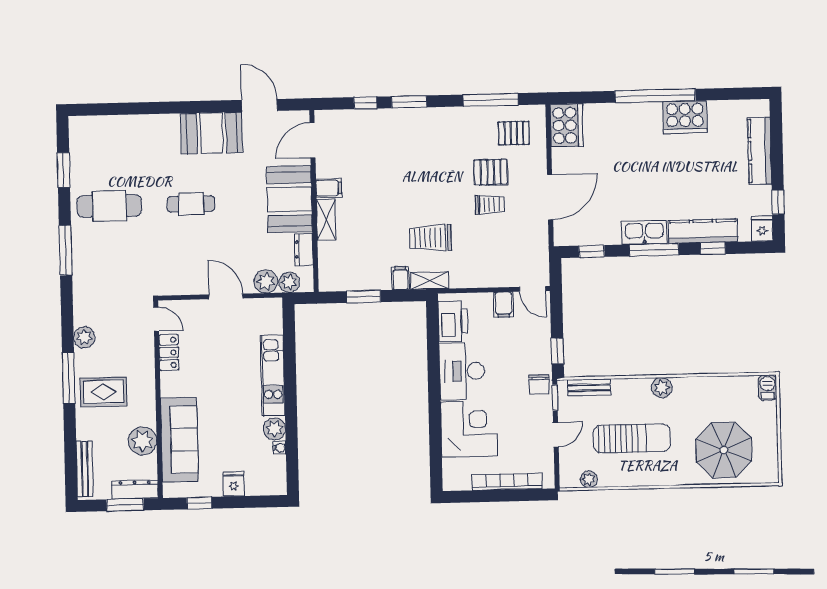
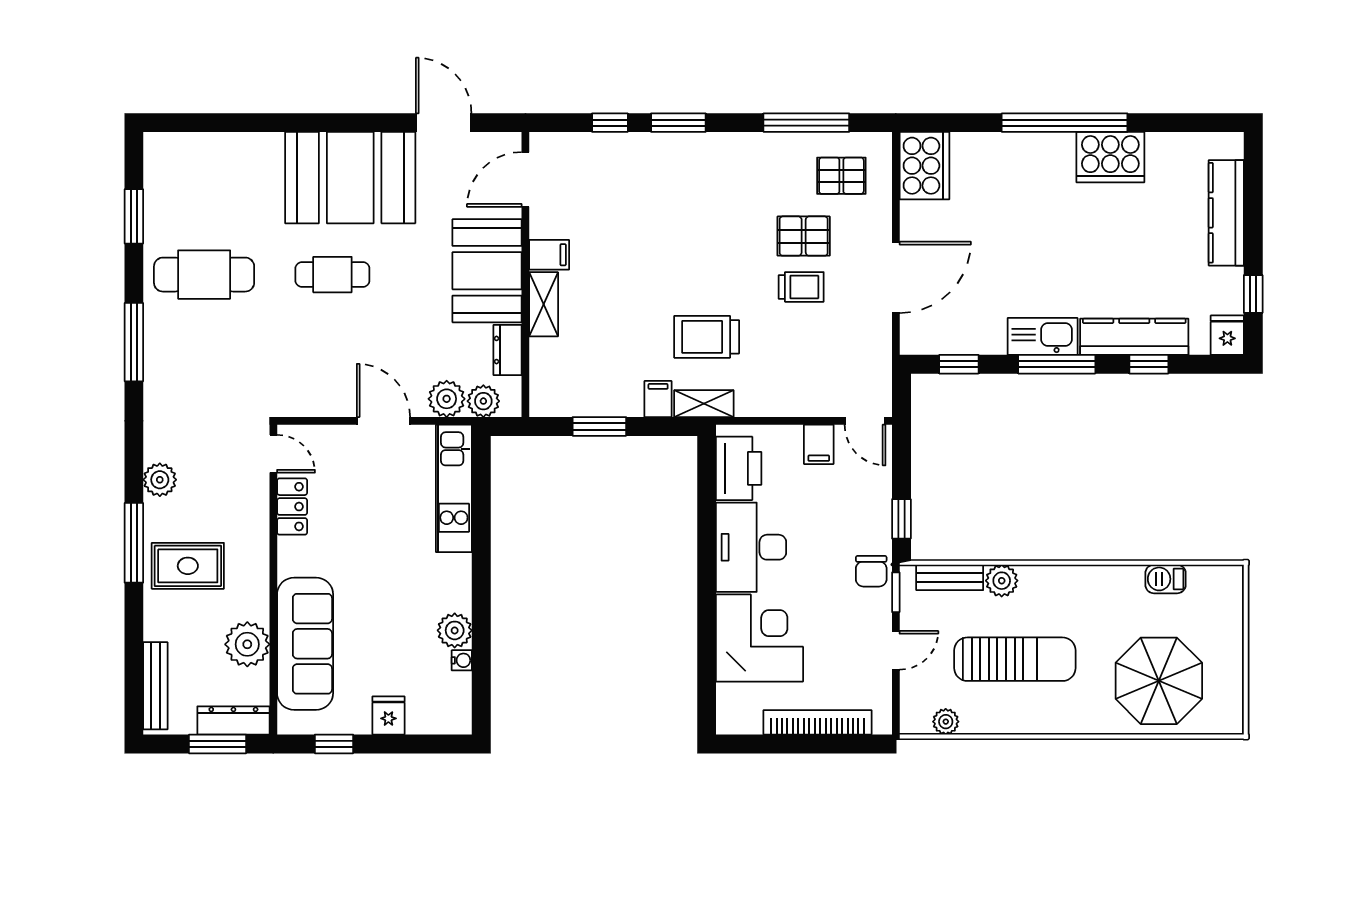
booth: (212, 133) -> (350, 178), width x1.36, depth x1.42
kitchen unit: (273, 376) -> (454, 488), moved
plant: (662, 388) -> (1002, 581), moved
barbecue: (767, 388) -> (1166, 579), moved, turned -90

